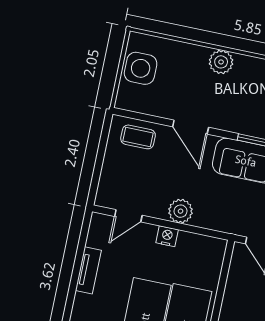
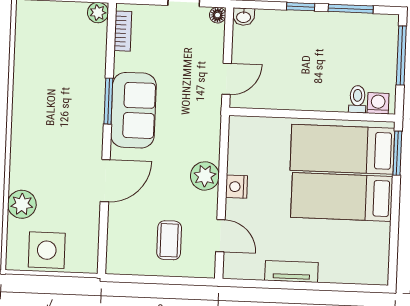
plant: (221, 62) -> (22, 204), moved
coffee table: (138, 137) -> (169, 240), moved

